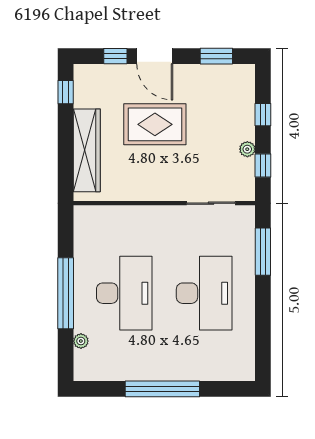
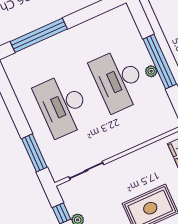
plant: (81, 341) -> (151, 71), moved
window: (162, 389) -> (39, 35), moved

